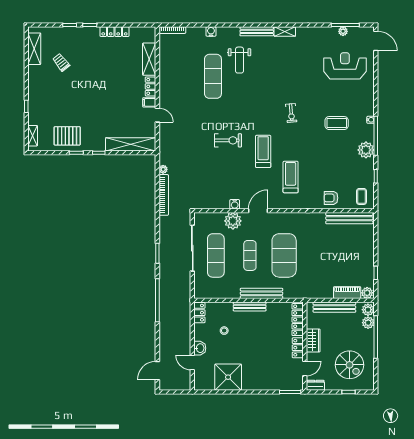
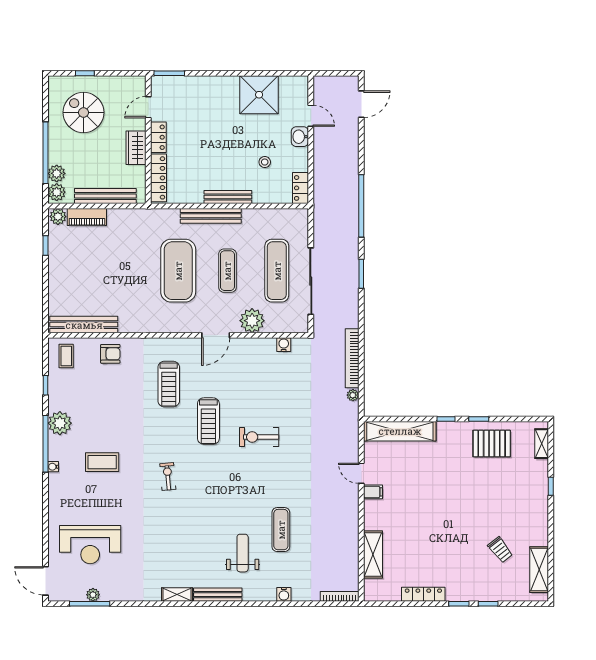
exercise mat: (213, 76) -> (281, 530), width x0.73, depth x0.69
locker: (151, 86) -> (371, 515), removed
water cooler: (235, 204) -> (284, 345), moved
dresser: (315, 385) -> (133, 83), removed

